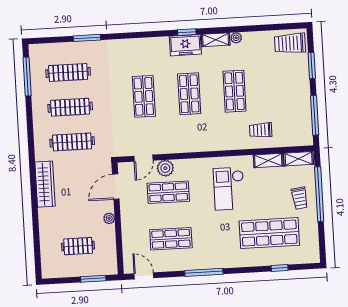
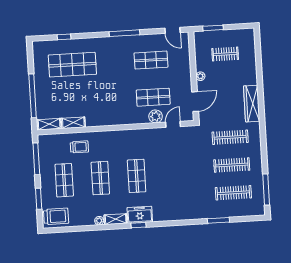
shop shelf: (144, 96) -> (64, 180), moved
checkout: (229, 189) -> (105, 100), removed
trolley: (300, 198) -> (48, 93), removed

